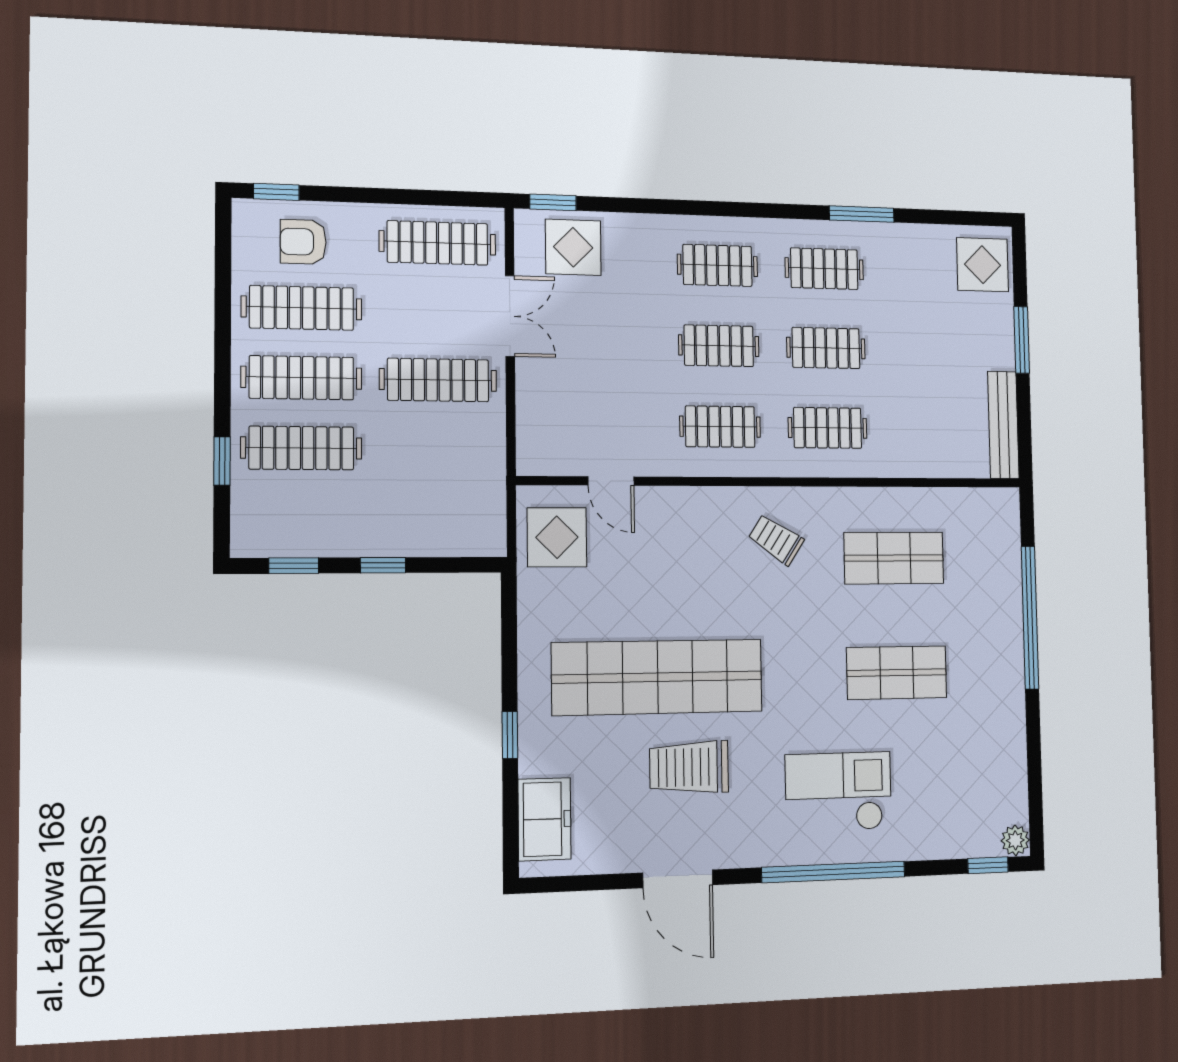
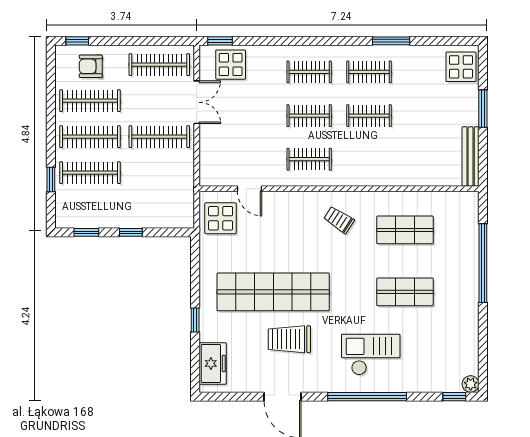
clothes rail: (828, 428) -> (369, 159), removed

